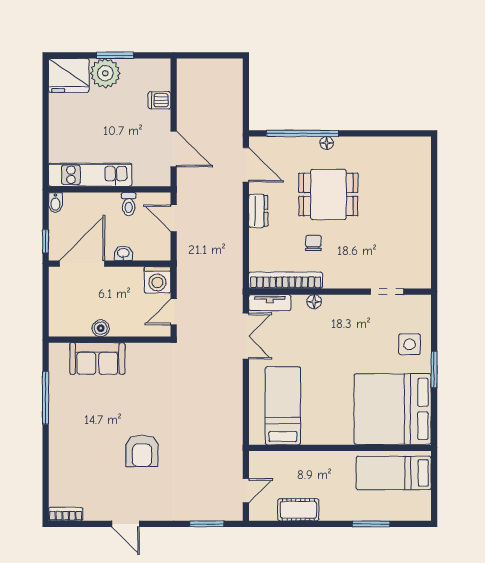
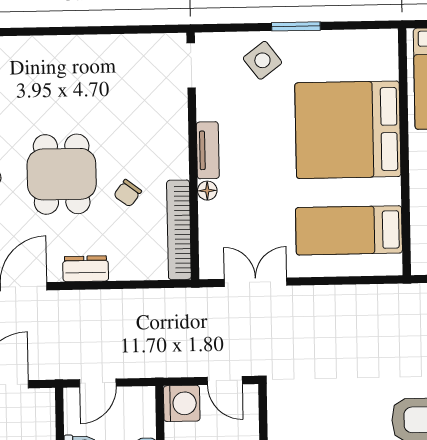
chair: (313, 243) -> (128, 193), turned -53
doorway: (387, 292) -> (191, 65), moved
tv unit: (270, 303) -> (208, 150), moved
side table: (410, 344) -> (262, 60), turned -37
bed: (393, 409) -> (348, 130), moved, turned 90

